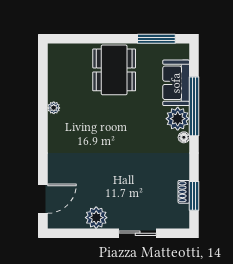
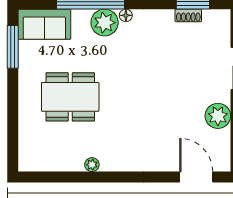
dining table: (114, 70) -> (70, 97), moved
sofa: (176, 83) -> (44, 24), moved

